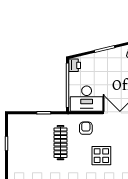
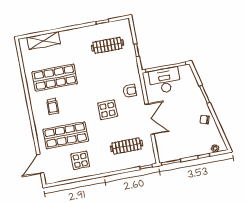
printer: (75, 65) -> (185, 70), removed
desk: (87, 99) -> (165, 80), moved, turned 90
clothes rail: (61, 143) -> (108, 45), moved

